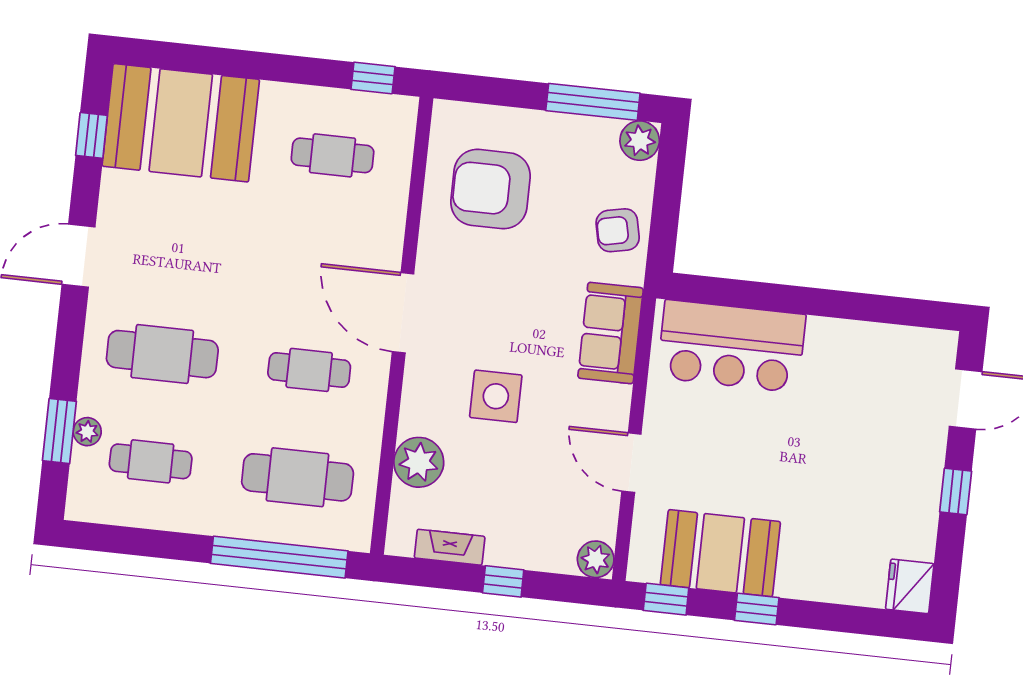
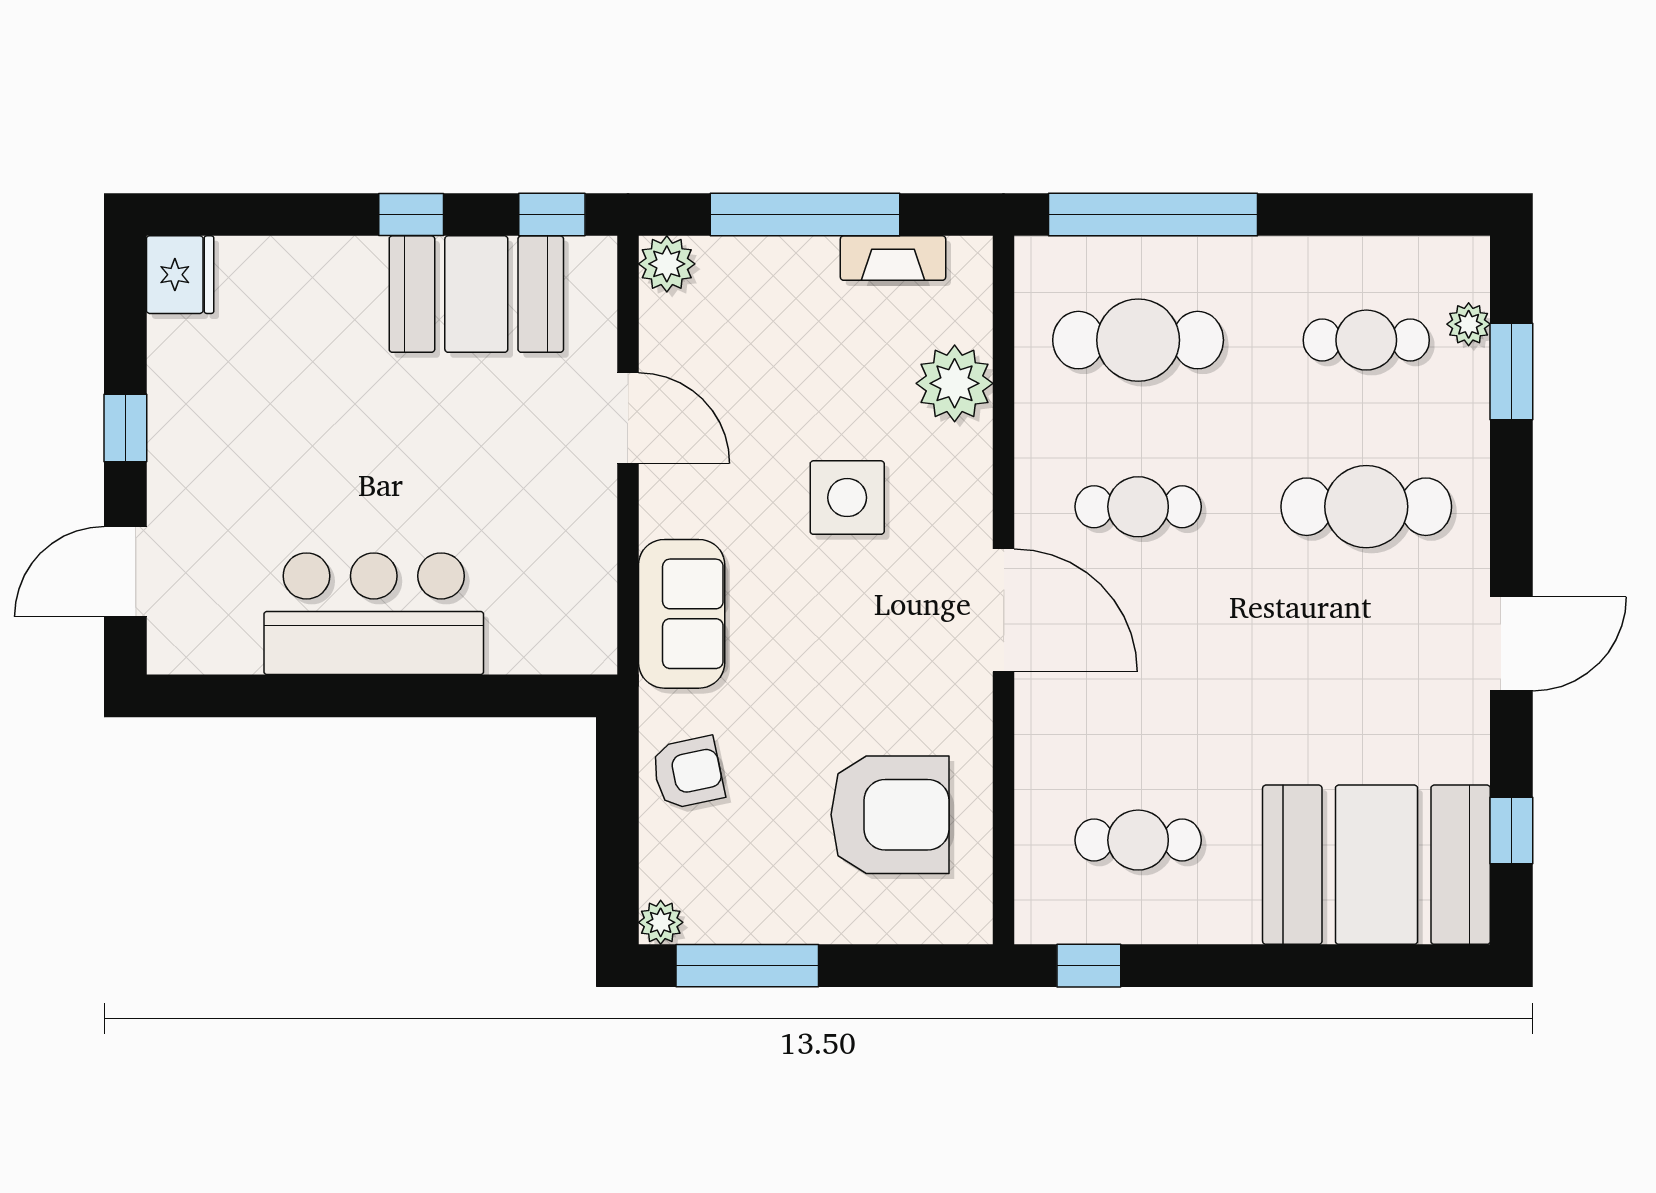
plant: (640, 141) -> (661, 922), width x0.73, depth x0.73
bar counter: (731, 346) -> (374, 614), moved
plant: (87, 432) -> (1469, 324), moved
window: (503, 581) -> (805, 214), width x3.17

